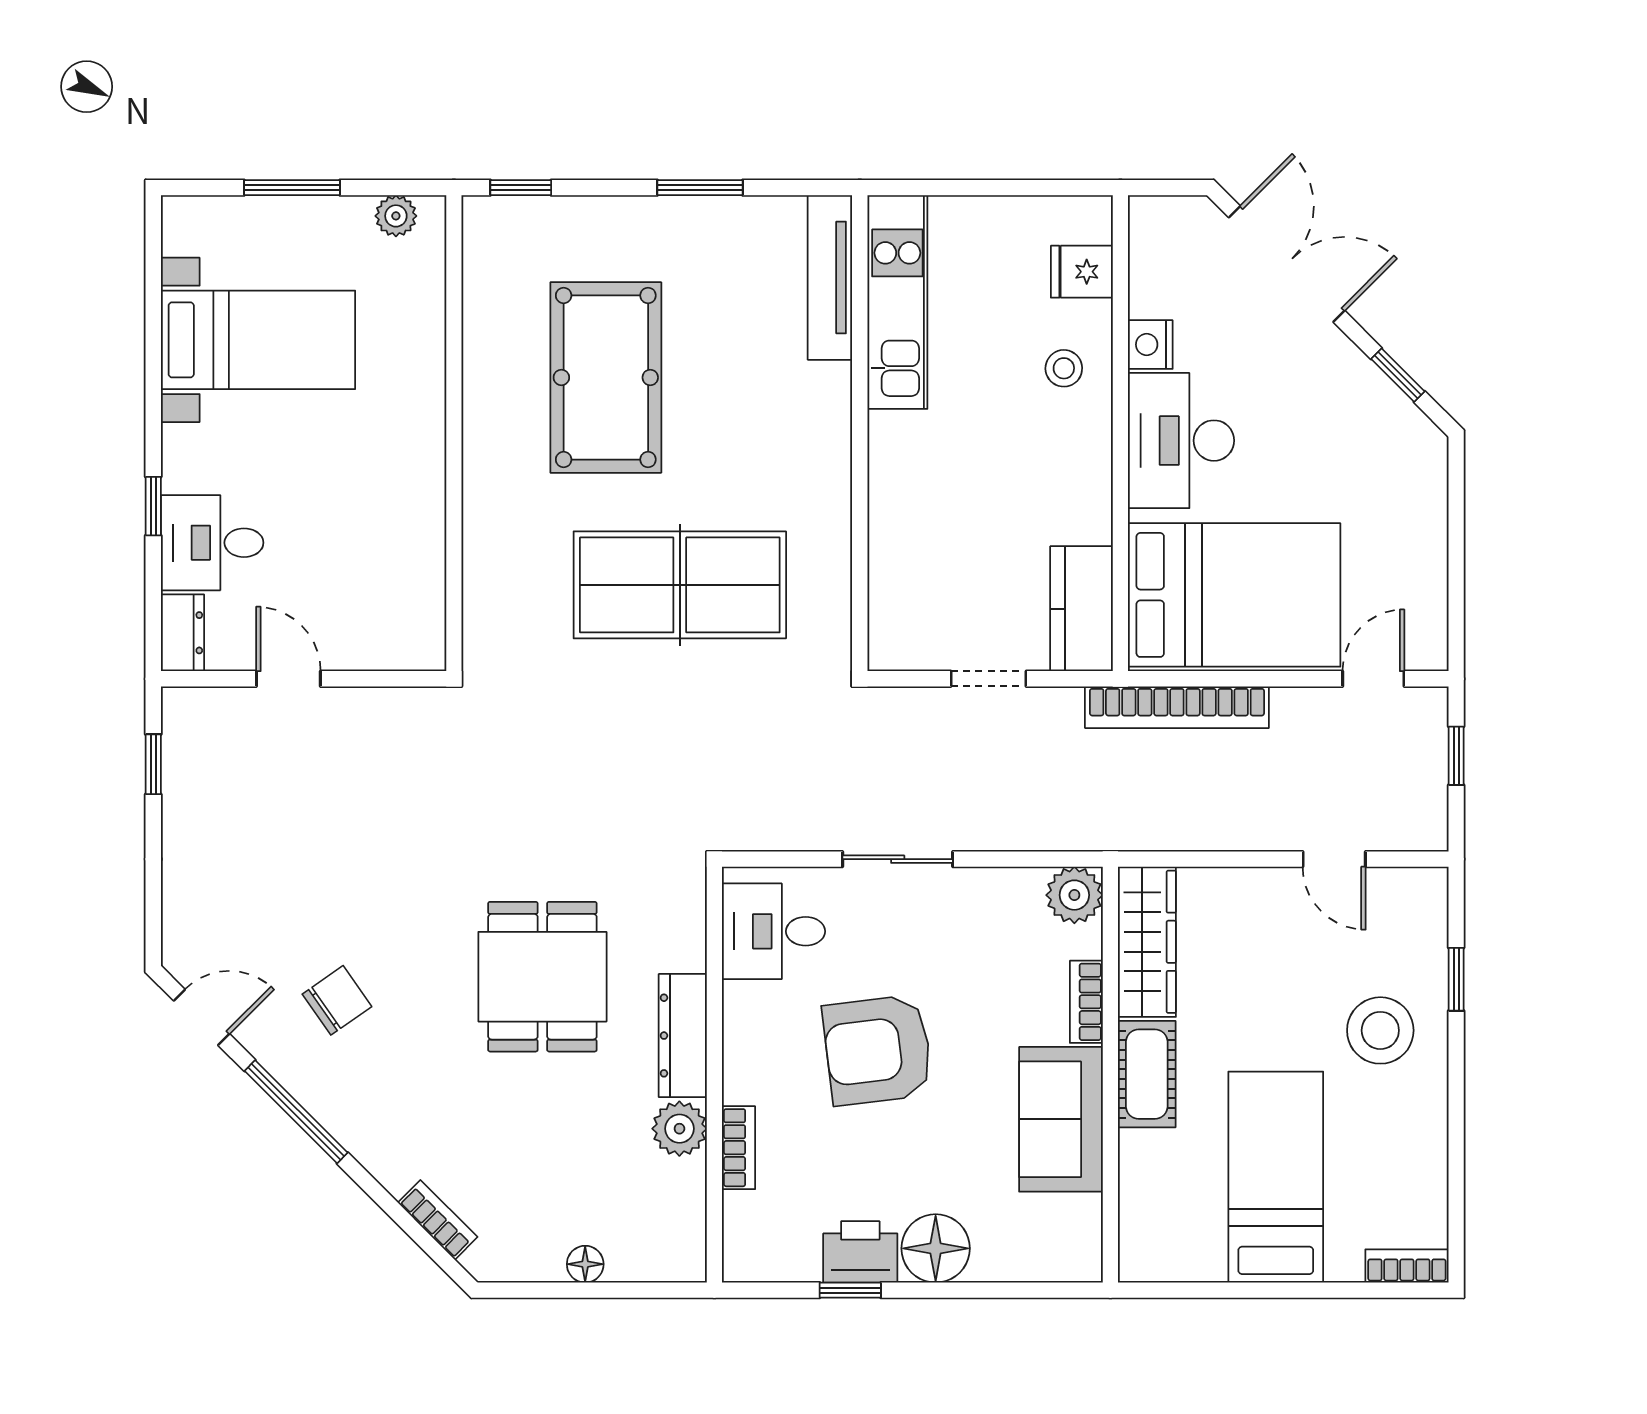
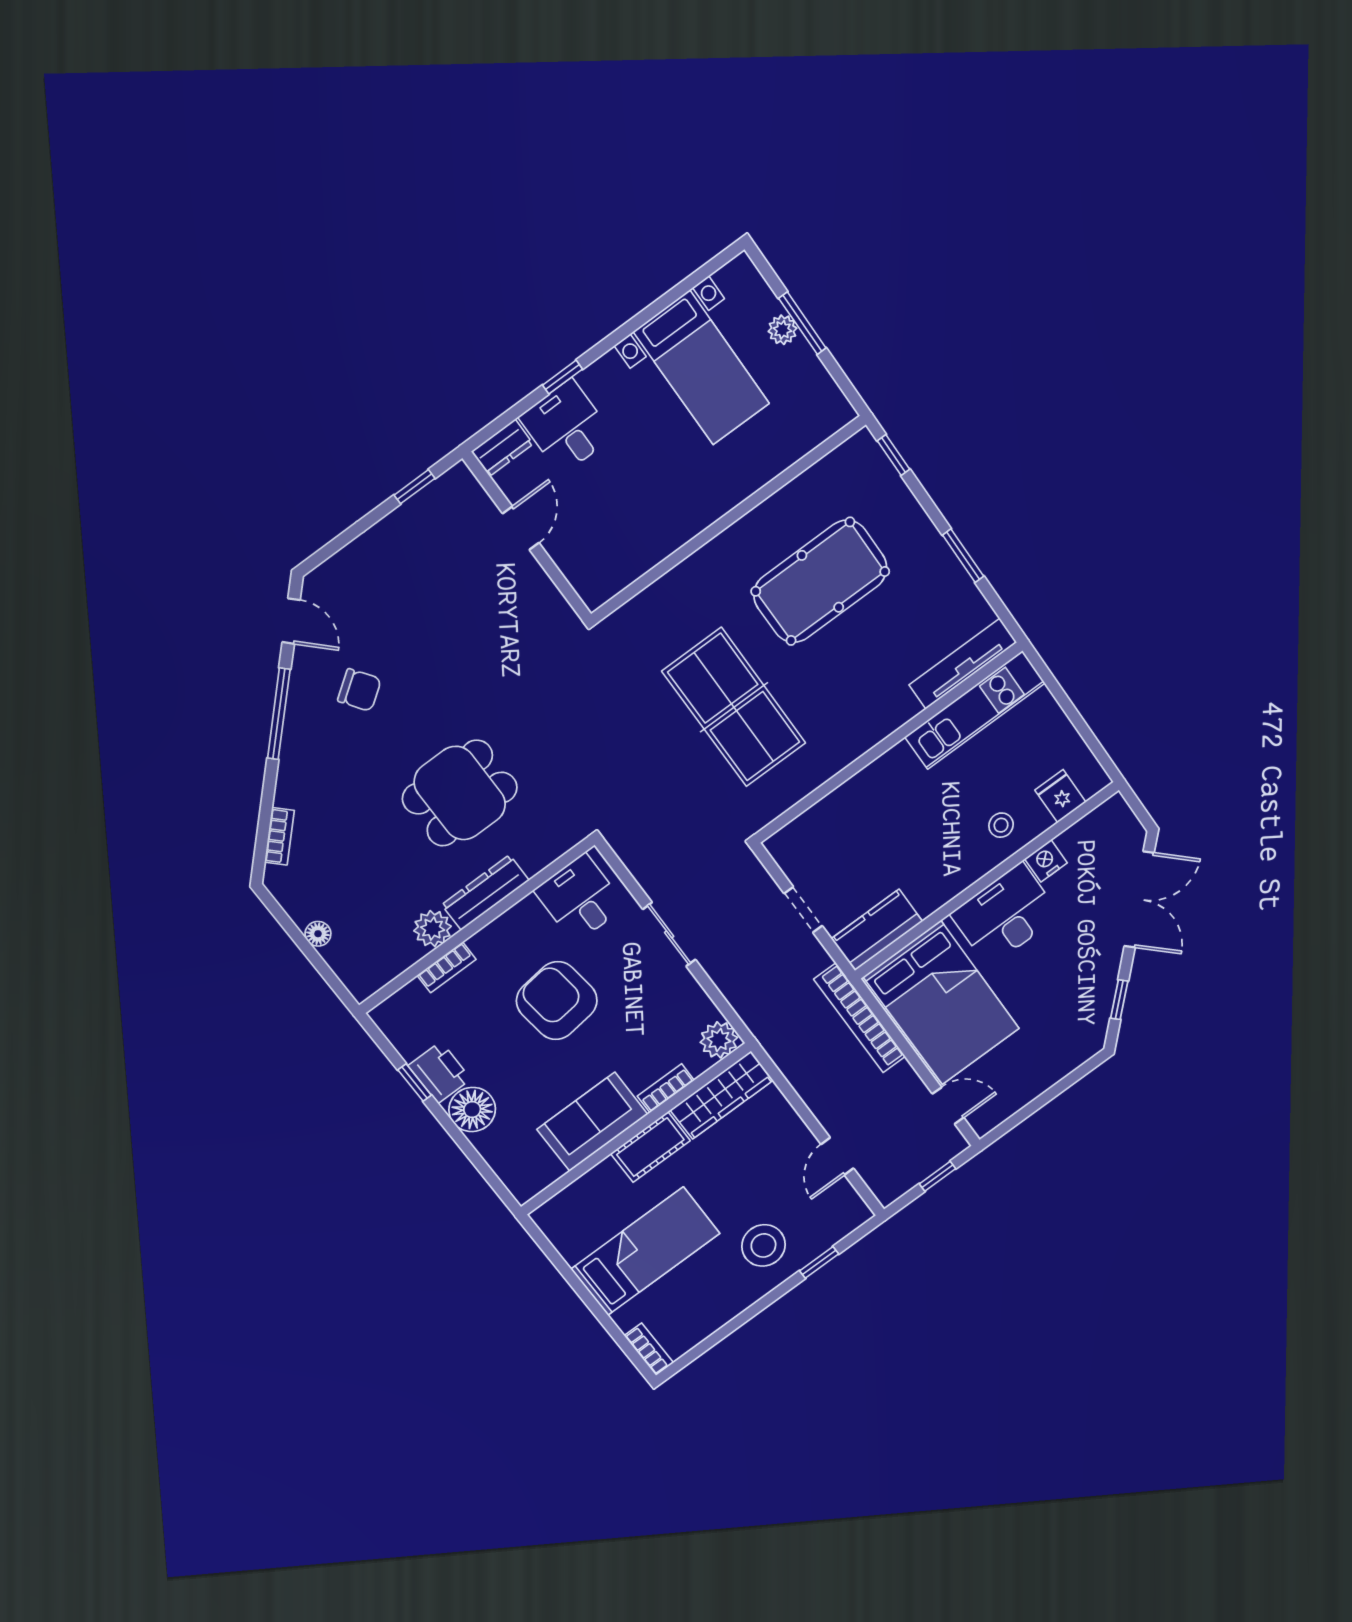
plant: (396, 216) -> (783, 330), moved

